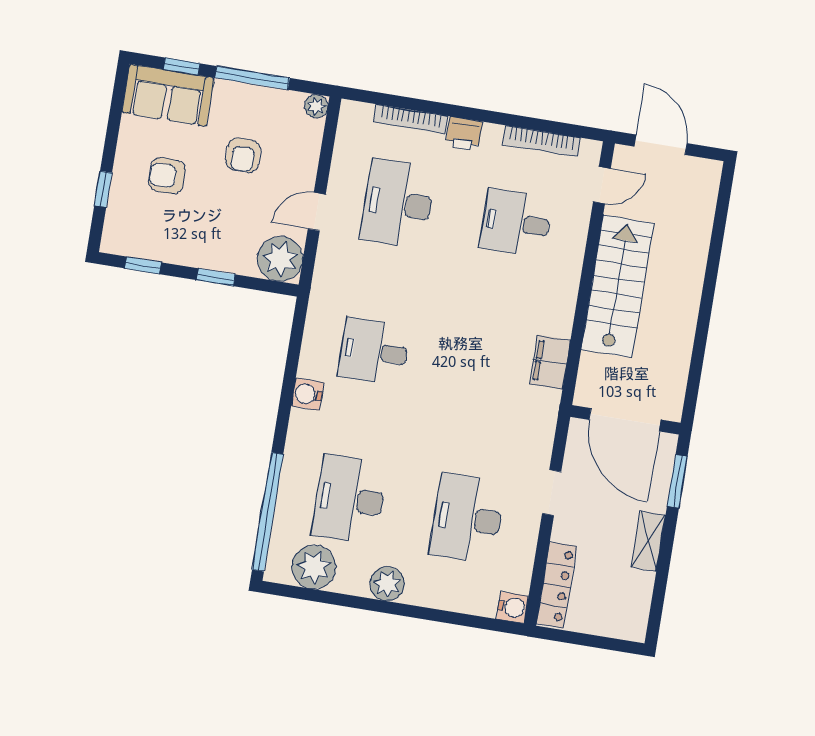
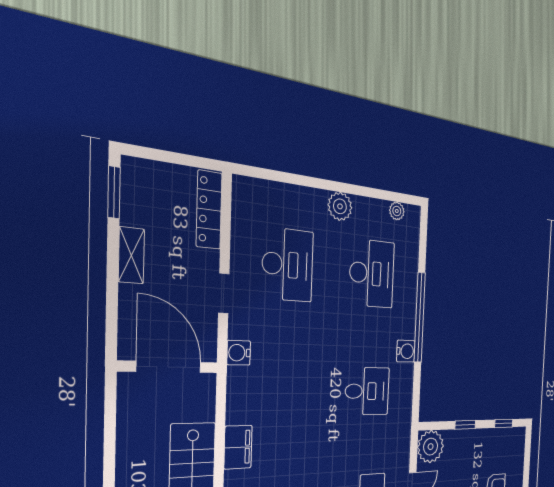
window: (103, 189) -> (527, 468), removed
filing cabinet: (550, 362) -> (238, 447), moved
window: (677, 481) -> (114, 192), moved
window: (268, 512) -> (420, 317), moved
plant: (314, 567) -> (397, 211), width x0.53, depth x0.53
water cooler: (512, 607) -> (239, 353), moved

